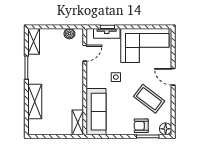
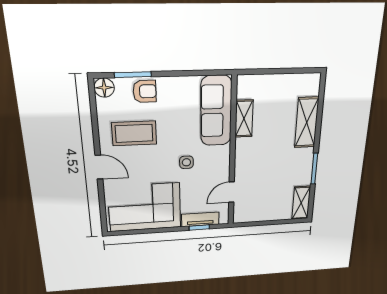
boiler: (69, 34) -> (252, 216), removed
coffee table: (149, 99) -> (134, 133), turned -37
shelving: (78, 122) -> (244, 119), moved

